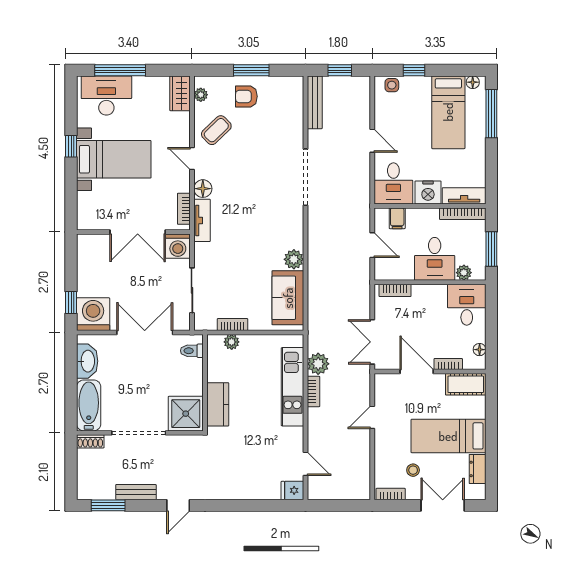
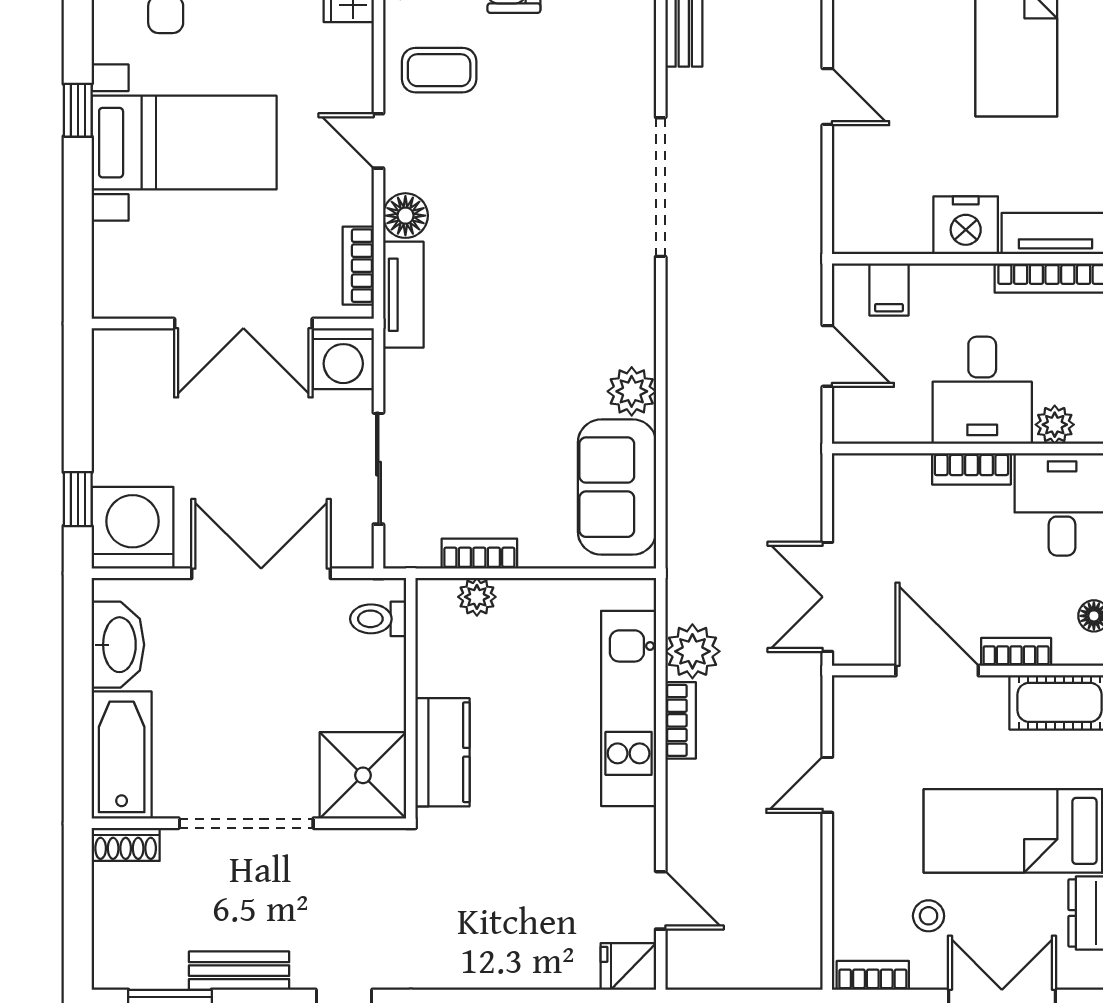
coffee table: (216, 130) -> (439, 70), turned 44
desk: (393, 183) -> (880, 203), removed
bookcase: (395, 290) -> (971, 469), moved

